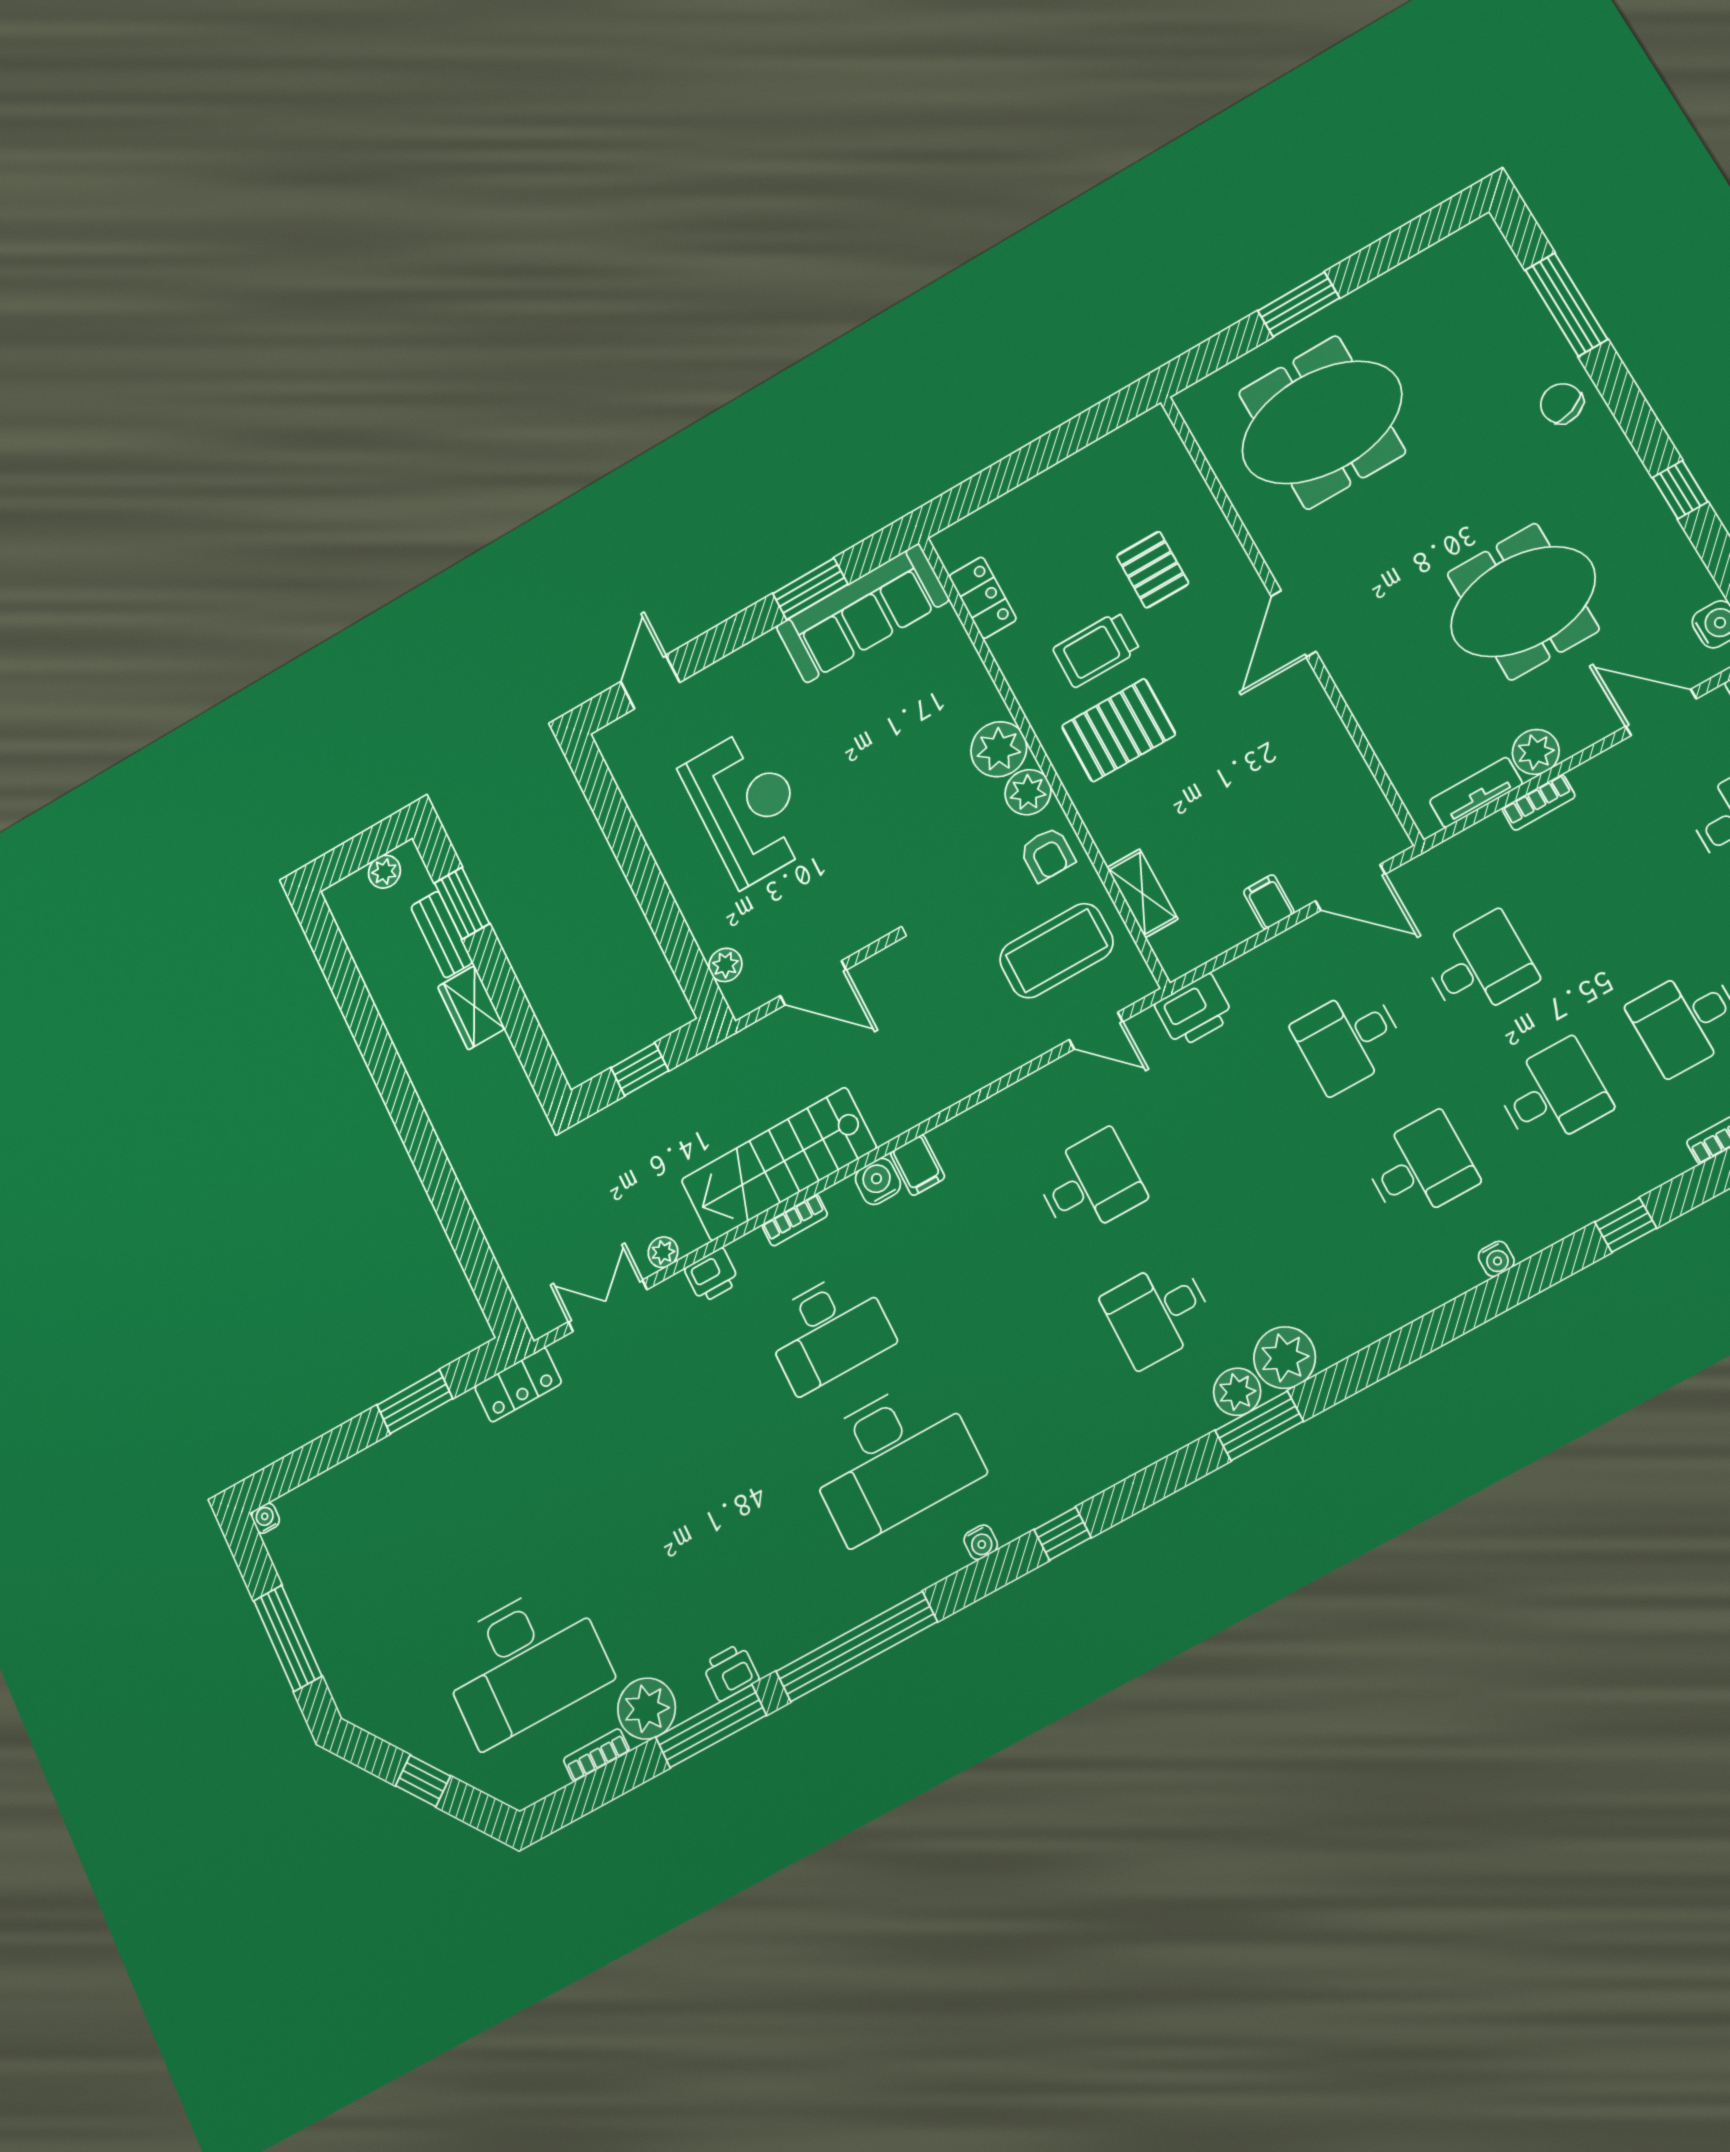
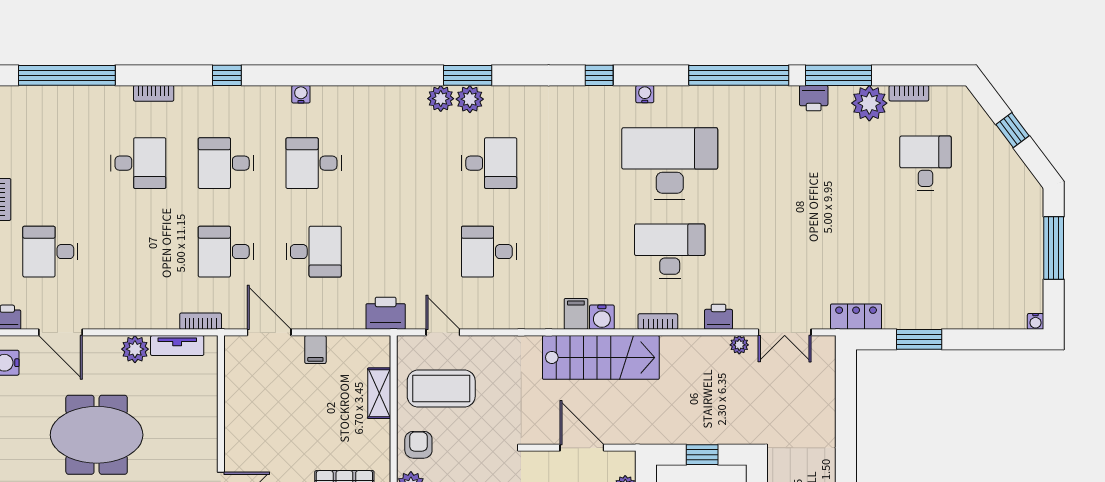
bookcase: (1539, 802) -> (201, 321), moved
stairs: (779, 1164) -> (601, 357), moved
plant: (1285, 1358) -> (441, 99), width x0.73, depth x0.73
desk: (524, 1663) -> (925, 163), width x0.53, depth x0.77

